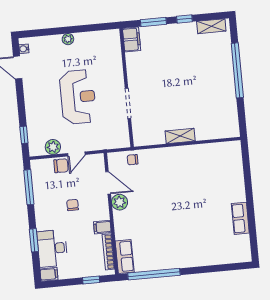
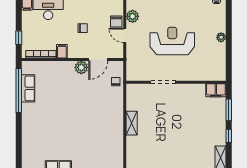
reception desk: (78, 97) -> (172, 41), turned 180
row of seats: (125, 256) -> (28, 88), moved, turned -90

